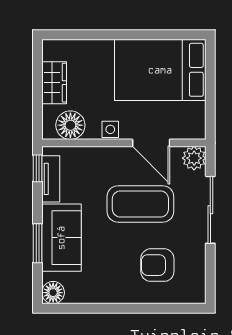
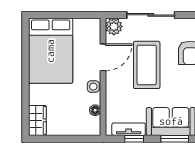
wardrobe: (54, 83) -> (37, 120), moved, turned 90
floor lamp: (70, 125) -> (95, 110), width x0.53, depth x0.53
window: (37, 168) -> (134, 139), moved

